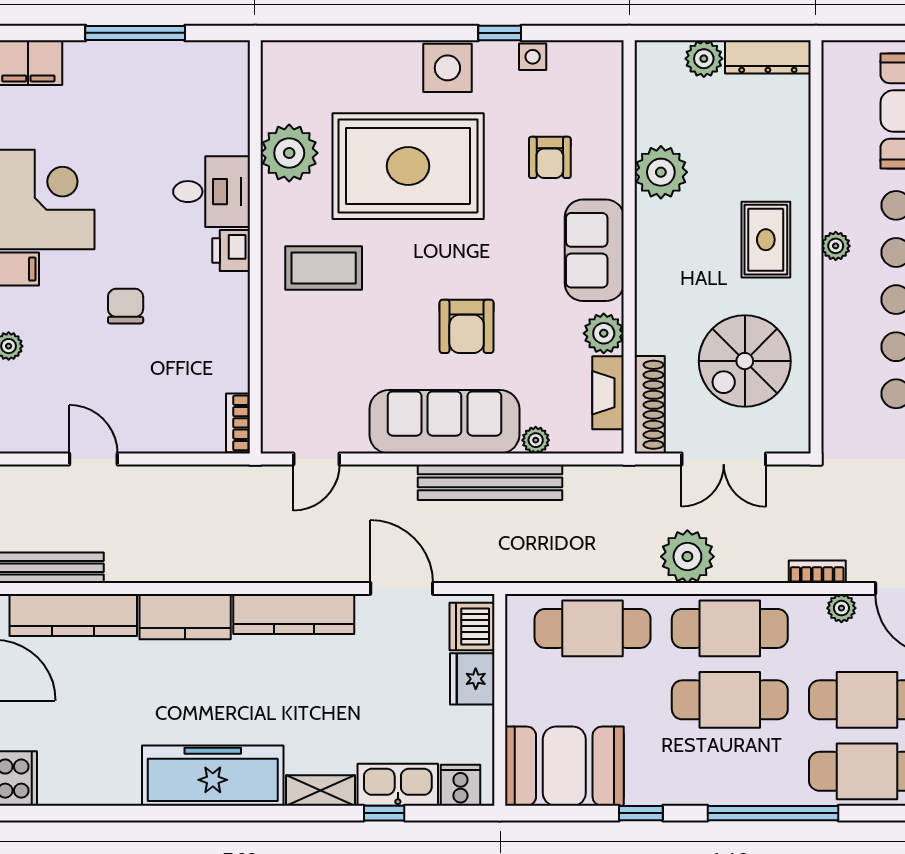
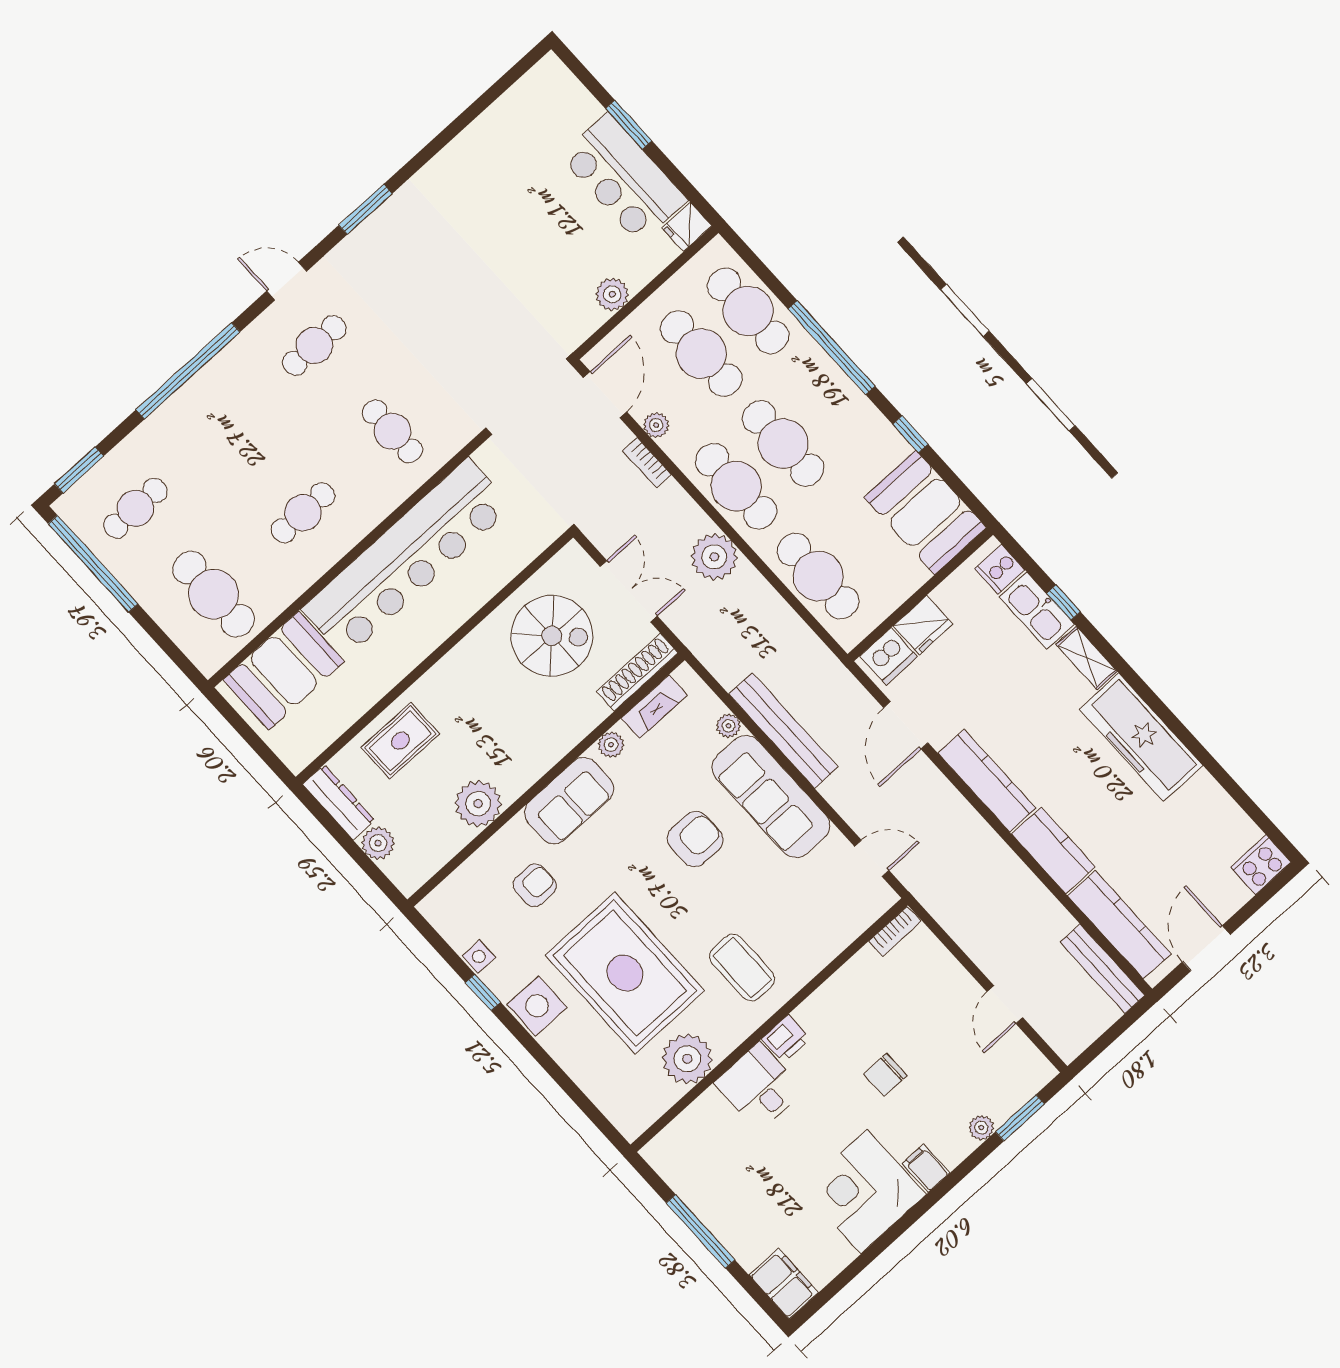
rug: (766, 240) -> (400, 741), moved
plant: (836, 246) -> (422, 645), removed
plant: (604, 333) -> (611, 745), width x0.73, depth x0.73

